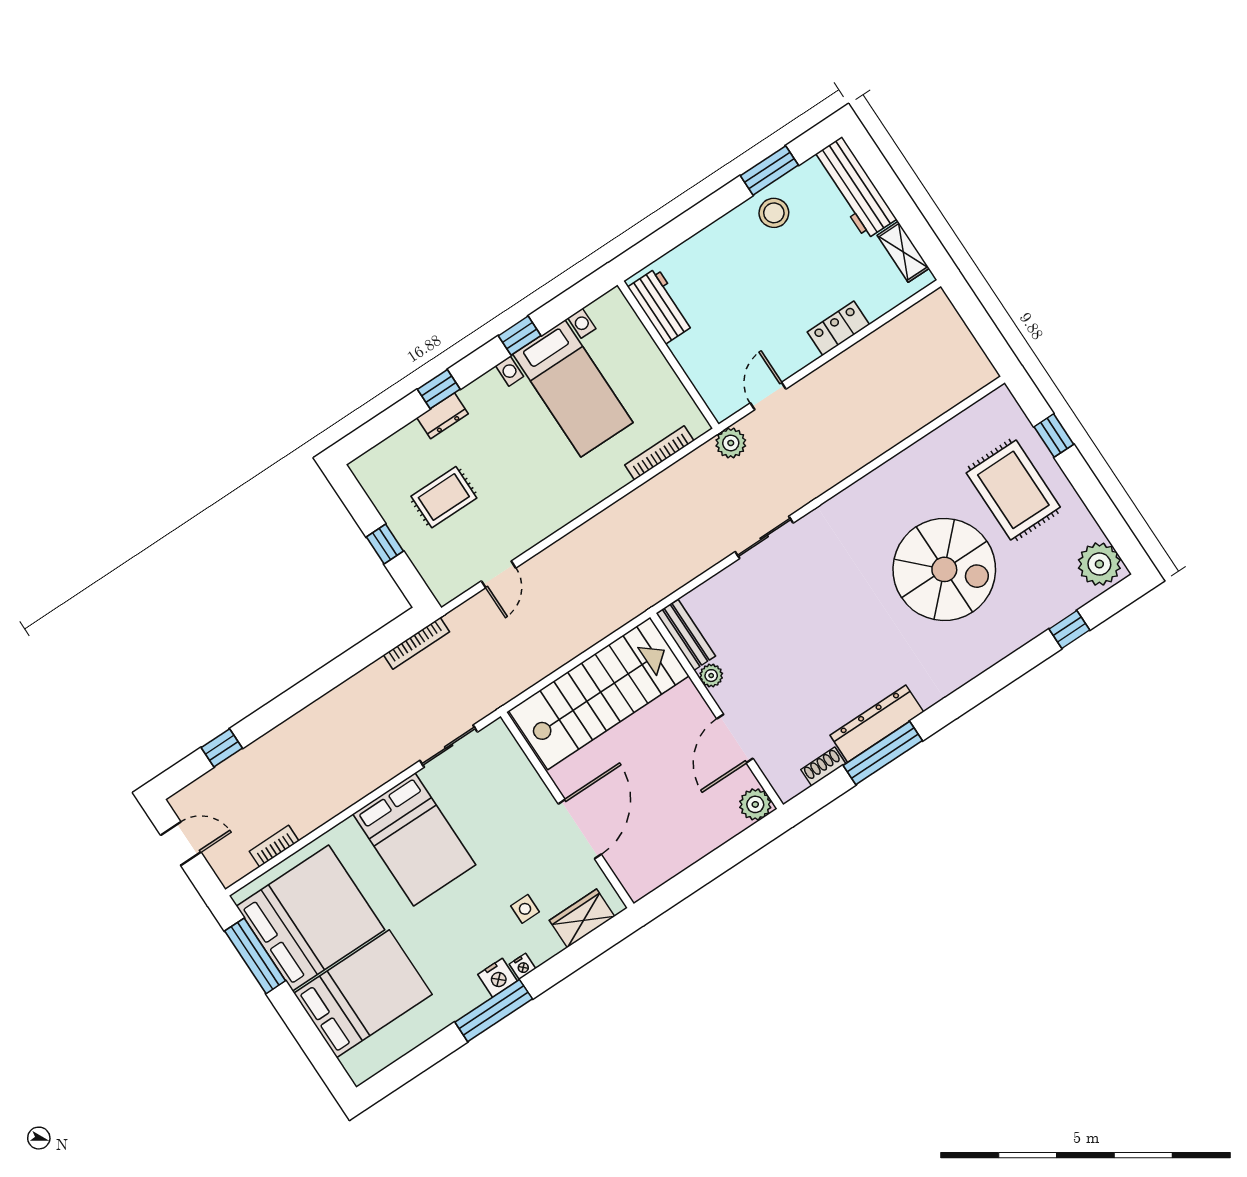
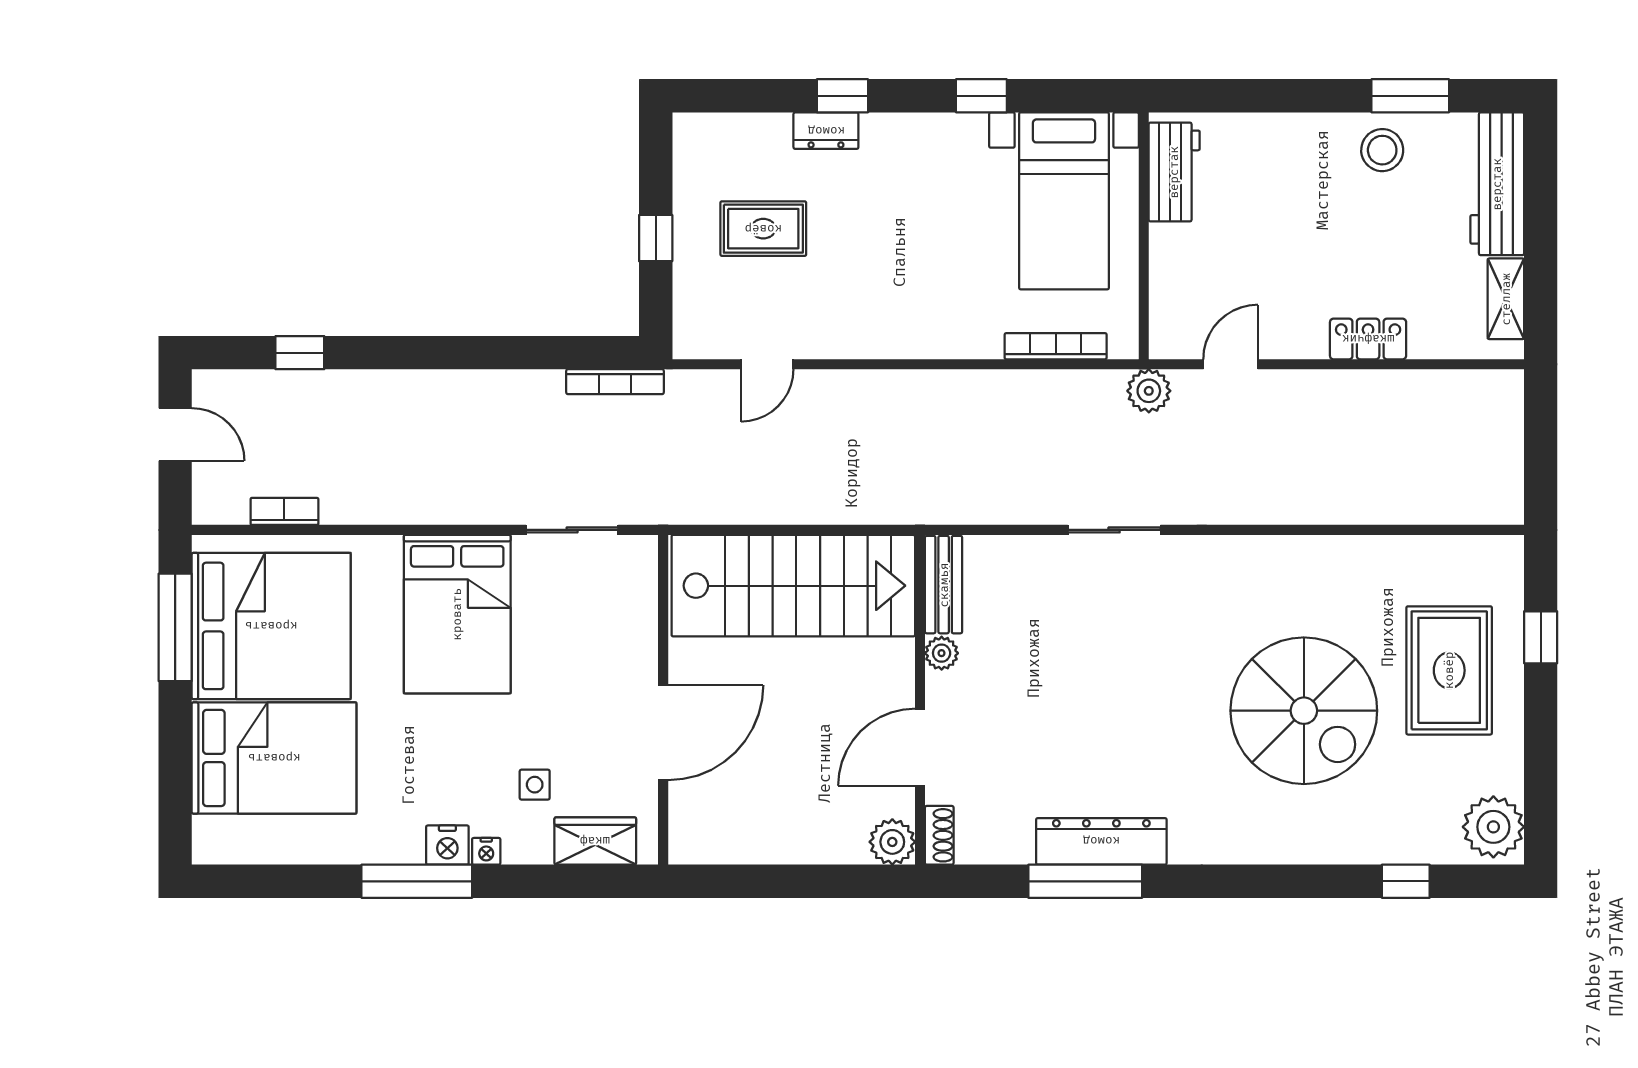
bed with nightstands: (573, 388) -> (1064, 201), moved
shoe rack: (823, 767) -> (939, 835), moved, turned 90

